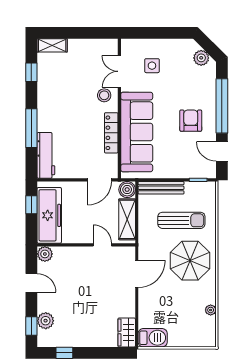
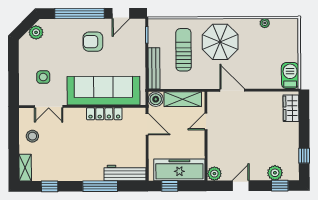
stool: (104, 95) -> (32, 136), moved
wardrobe: (127, 332) -> (291, 108), moved, turned 90

